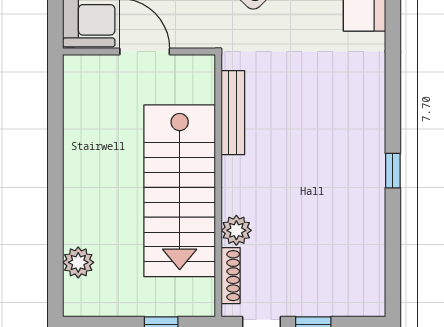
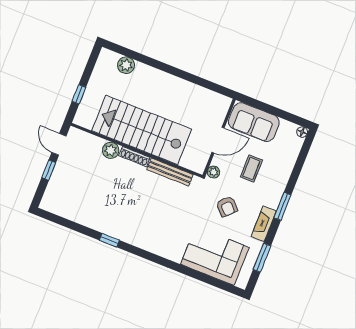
plant: (203, 37) -> (214, 172), added
shoe rack: (231, 276) -> (134, 157), moved

